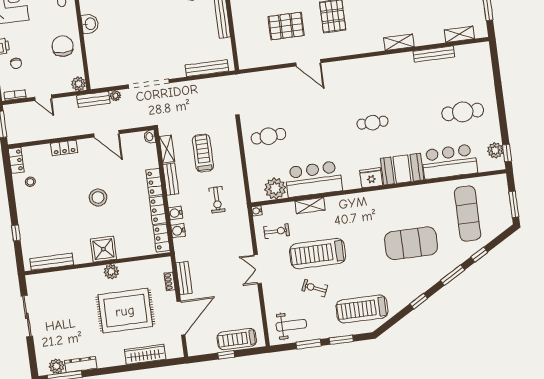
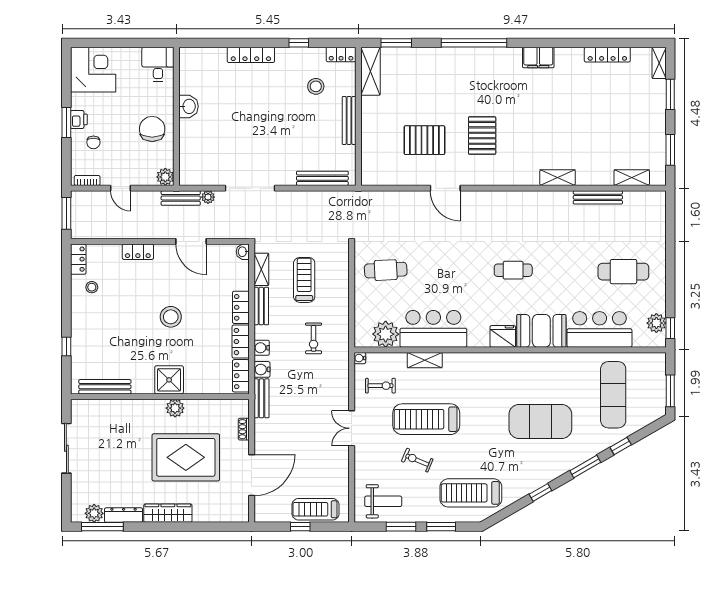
bench: (184, 278) -> (261, 398), moved
wardrobe: (145, 354) -> (168, 513), moved

